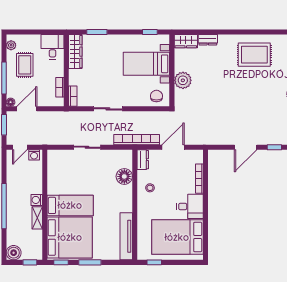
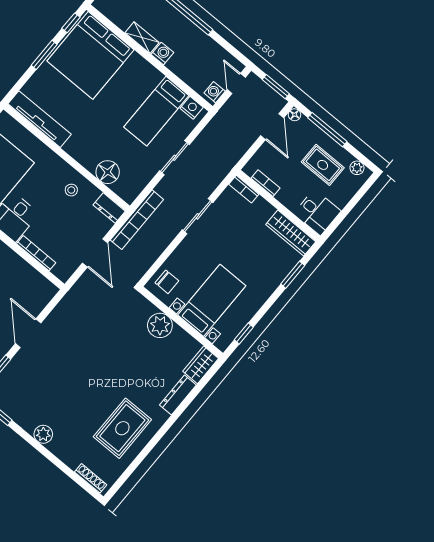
dresser: (208, 40) -> (178, 395), width x1.44
nightstand: (53, 160) -> (192, 108), added
bed: (70, 205) -> (156, 111), moved

